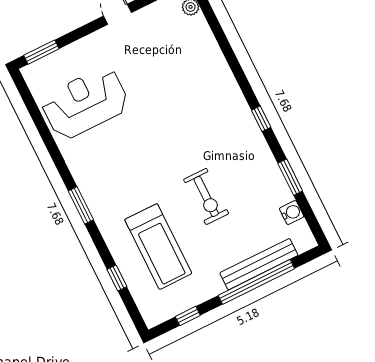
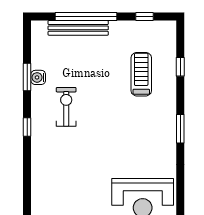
exercise bike: (206, 197) -> (66, 107), moved
water cooler: (292, 213) -> (38, 77), moved
treadmill: (158, 247) -> (141, 74), width x0.73, depth x0.73

